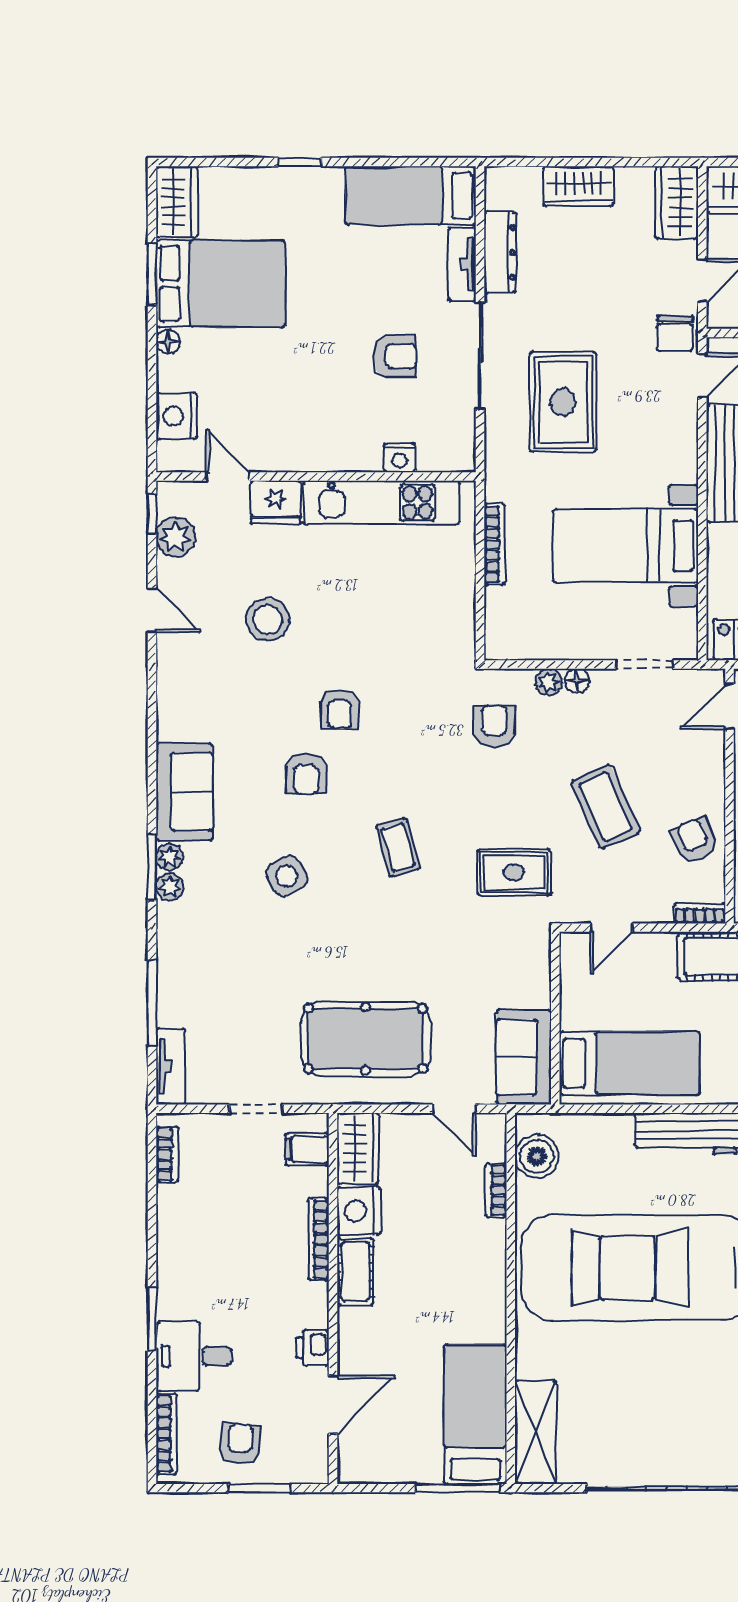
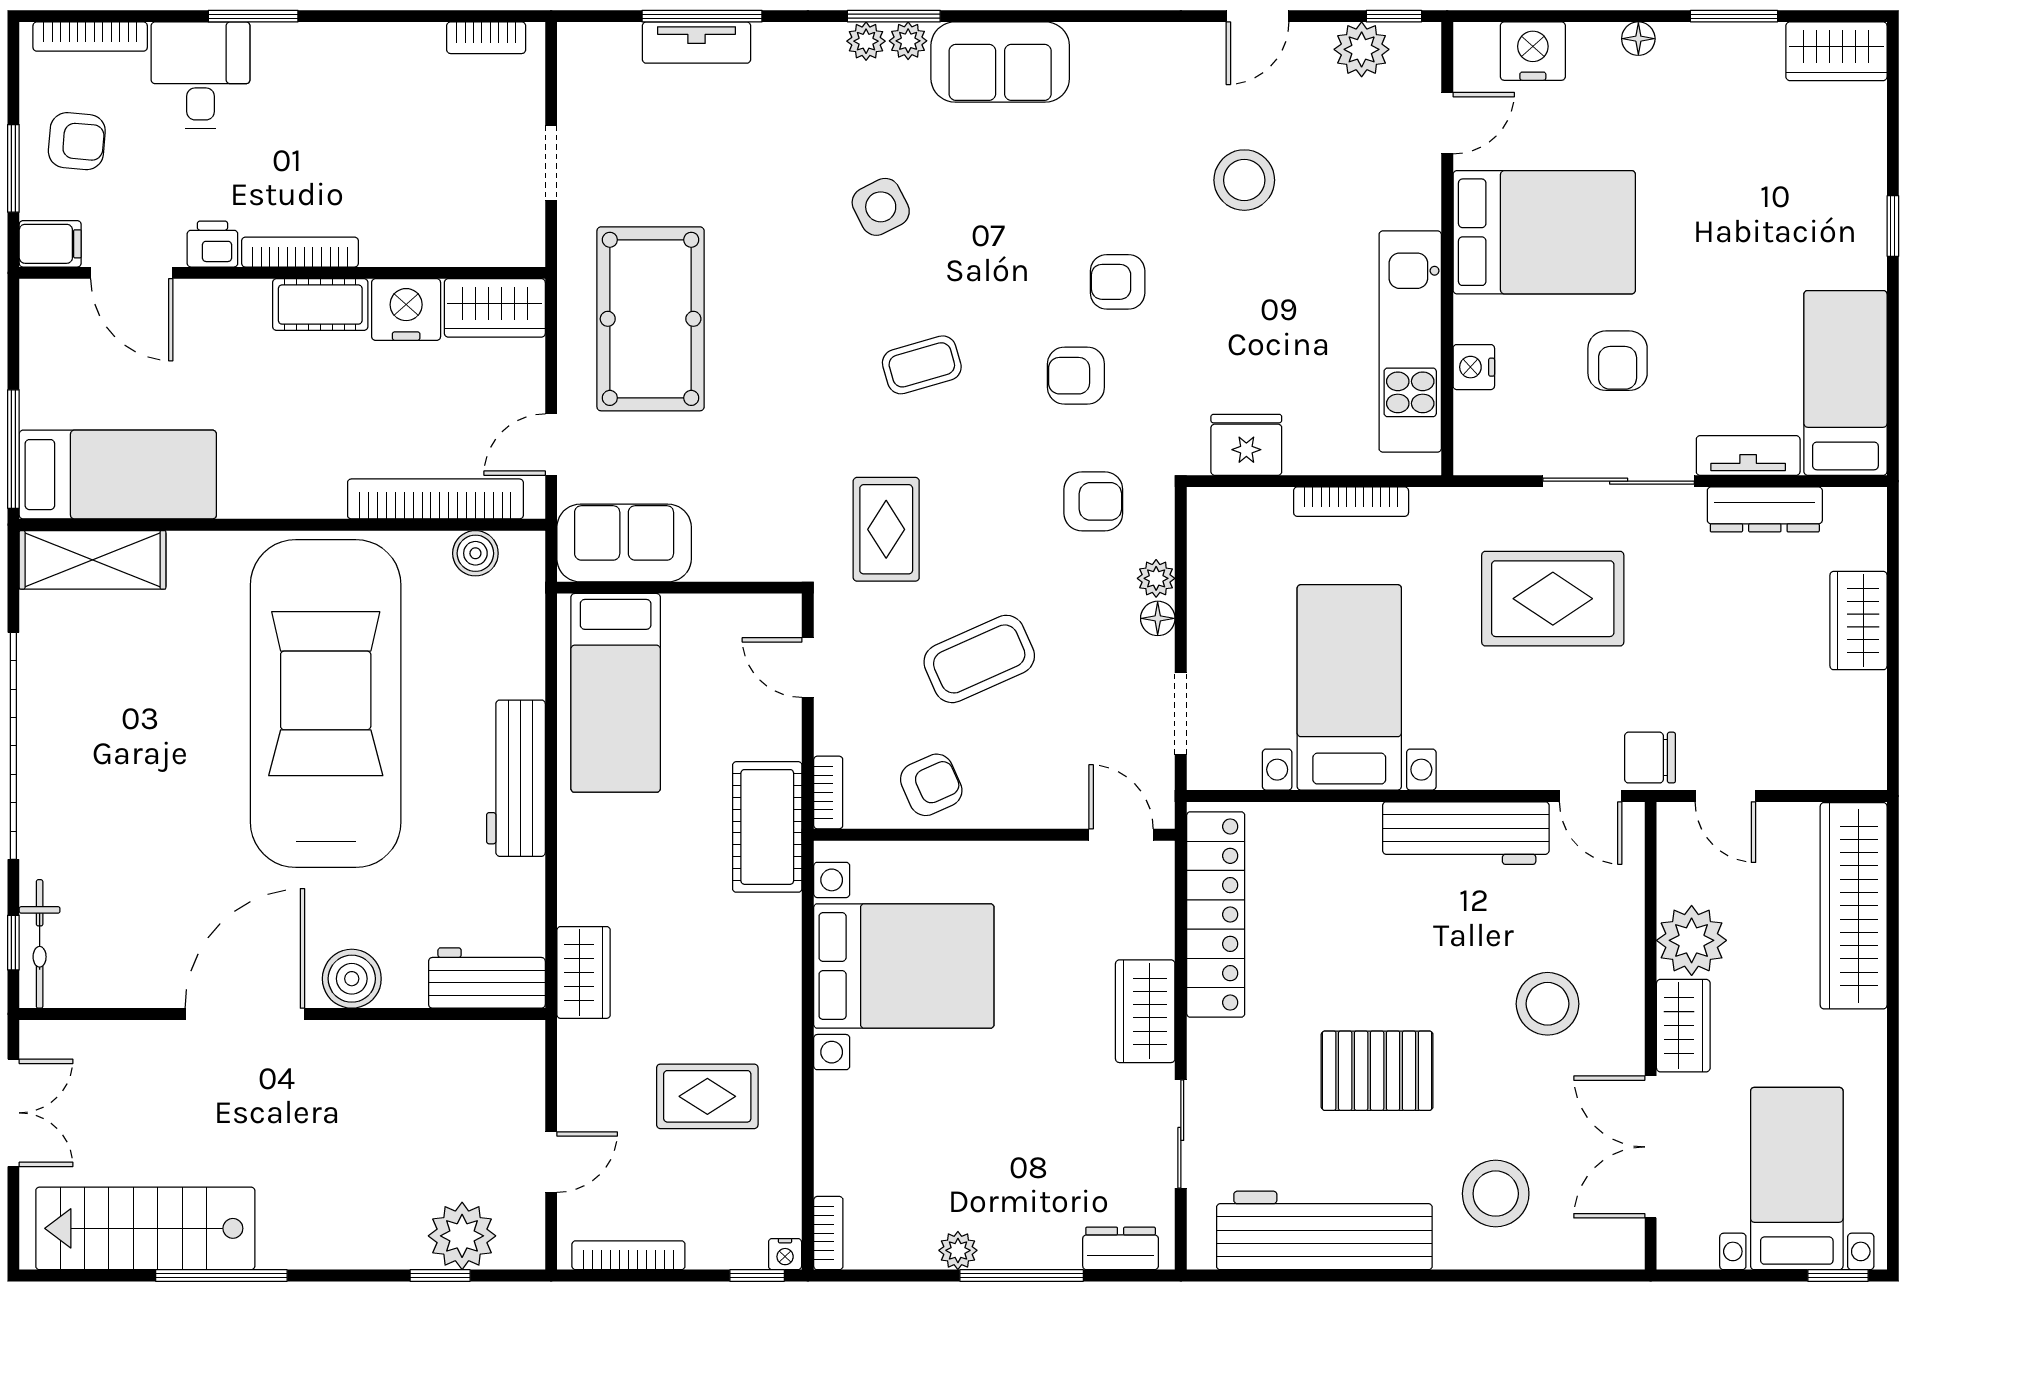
wardrobe: (677, 203) -> (1835, 760), removed
bed: (220, 284) -> (1544, 232), moved, turned -90
fridge: (276, 502) -> (1246, 445), moved, turned 90
armchair: (306, 774) -> (1076, 376), moved
tv unit: (171, 1067) -> (696, 43), moved
filing cabinet: (307, 1149) -> (50, 244), moved, turned 90
boiler: (537, 1156) -> (475, 553), width x0.73, depth x0.73
bookcase: (496, 1190) -> (435, 499), width x2.31, depth x1.31
bookcase: (318, 1239) -> (300, 252), moved

